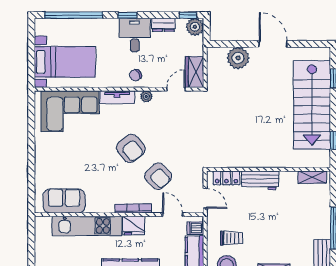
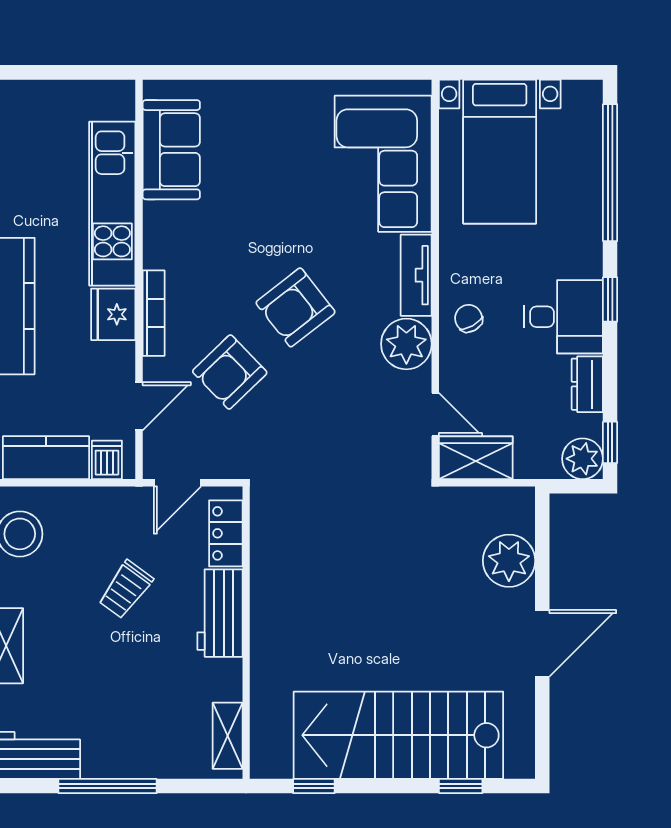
plant: (146, 96) -> (406, 344), width x1.87, depth x1.87
trolley: (231, 238) -> (126, 589), moved, turned 36

